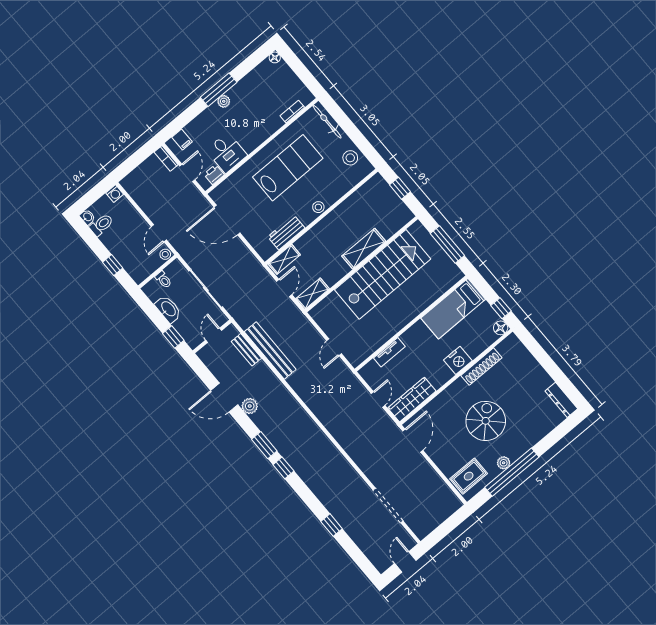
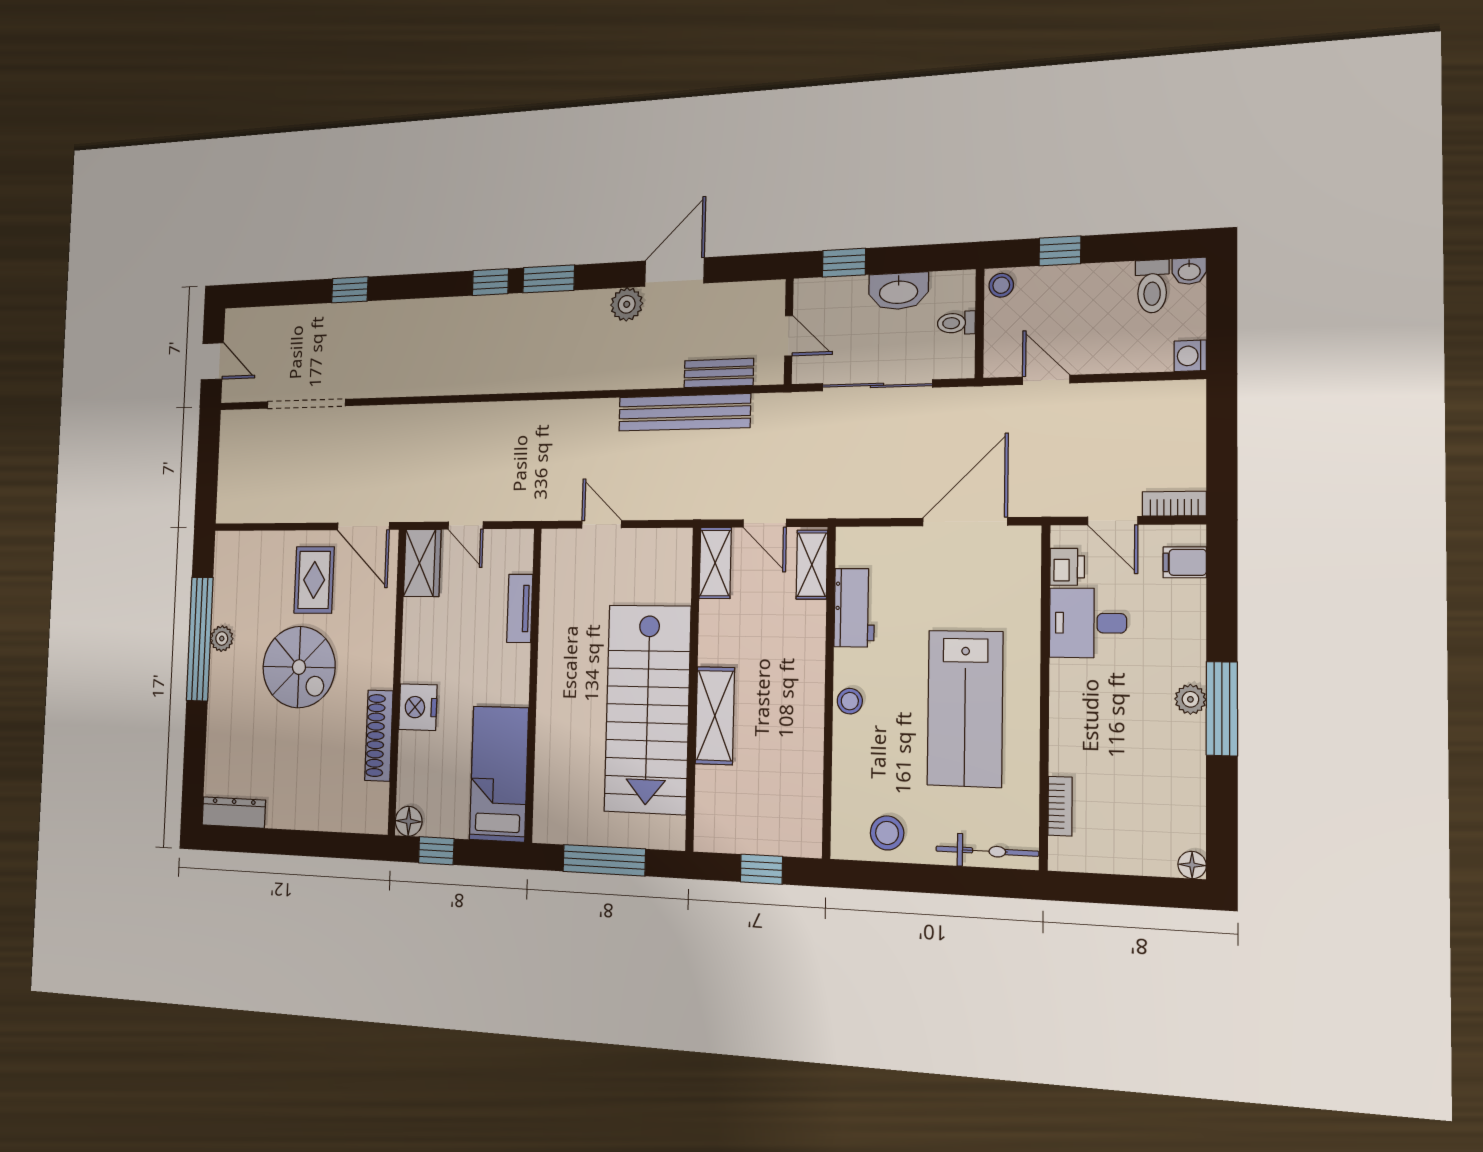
stool: (165, 254) -> (1001, 285), moved
wardrobe: (412, 400) -> (422, 563), width x0.67
rug: (469, 476) -> (314, 580), moved

